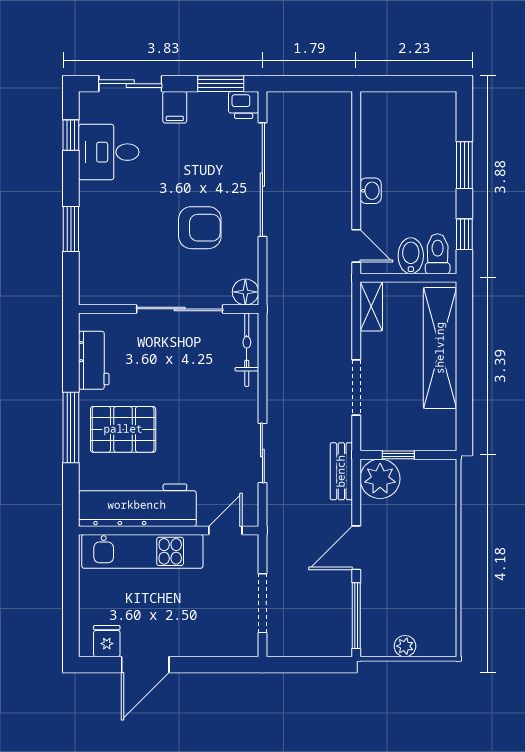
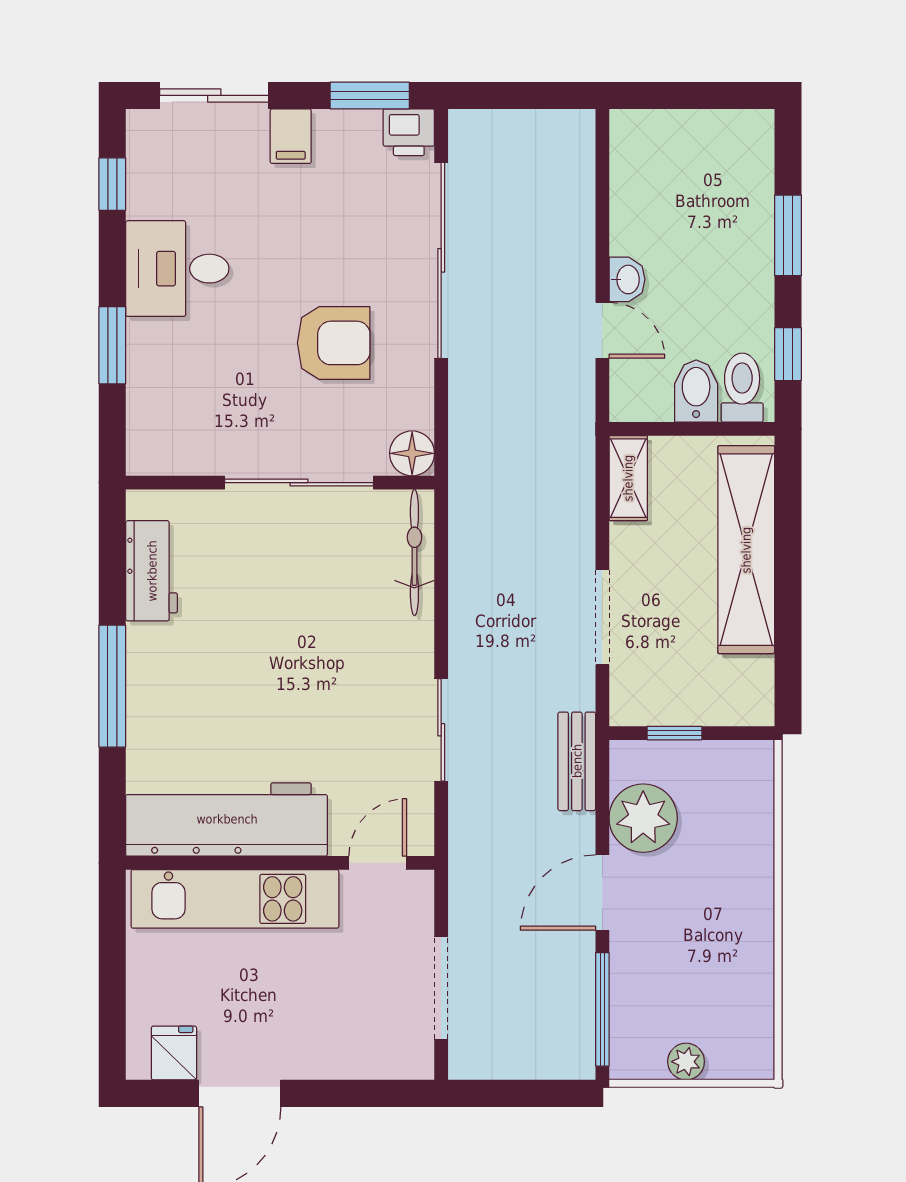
desk: (109, 152) -> (177, 269), moved
door: (356, 246) -> (602, 330), moved
pallet: (123, 429) -> (202, 689), removed
plant: (380, 479) -> (643, 818), moved

